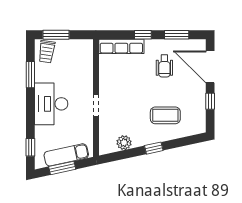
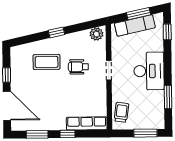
trolley: (47, 52) -> (121, 112), moved
wheelchair: (164, 66) -> (78, 67), moved, turned -90
plant: (124, 143) -> (96, 34), moved

